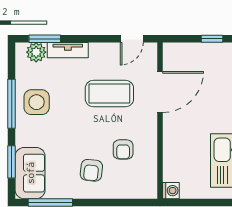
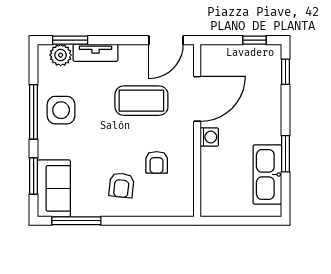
door: (132, 39) -> (166, 40), width x1.38
washing machine: (171, 191) -> (209, 137), moved

